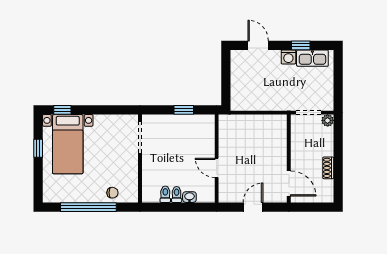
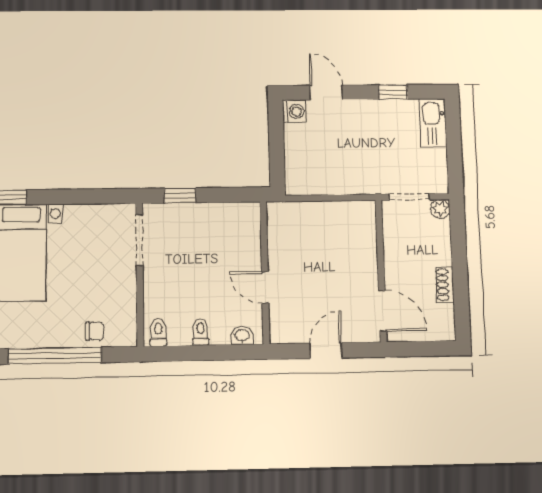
washing machine: (288, 57) -> (294, 112), moved, turned -90
kitchen sink: (312, 58) -> (433, 123), moved, turned 90
window: (184, 110) -> (180, 195), moved
toilet: (165, 194) -> (158, 332), moved
washbasin: (189, 197) -> (242, 336), moved

